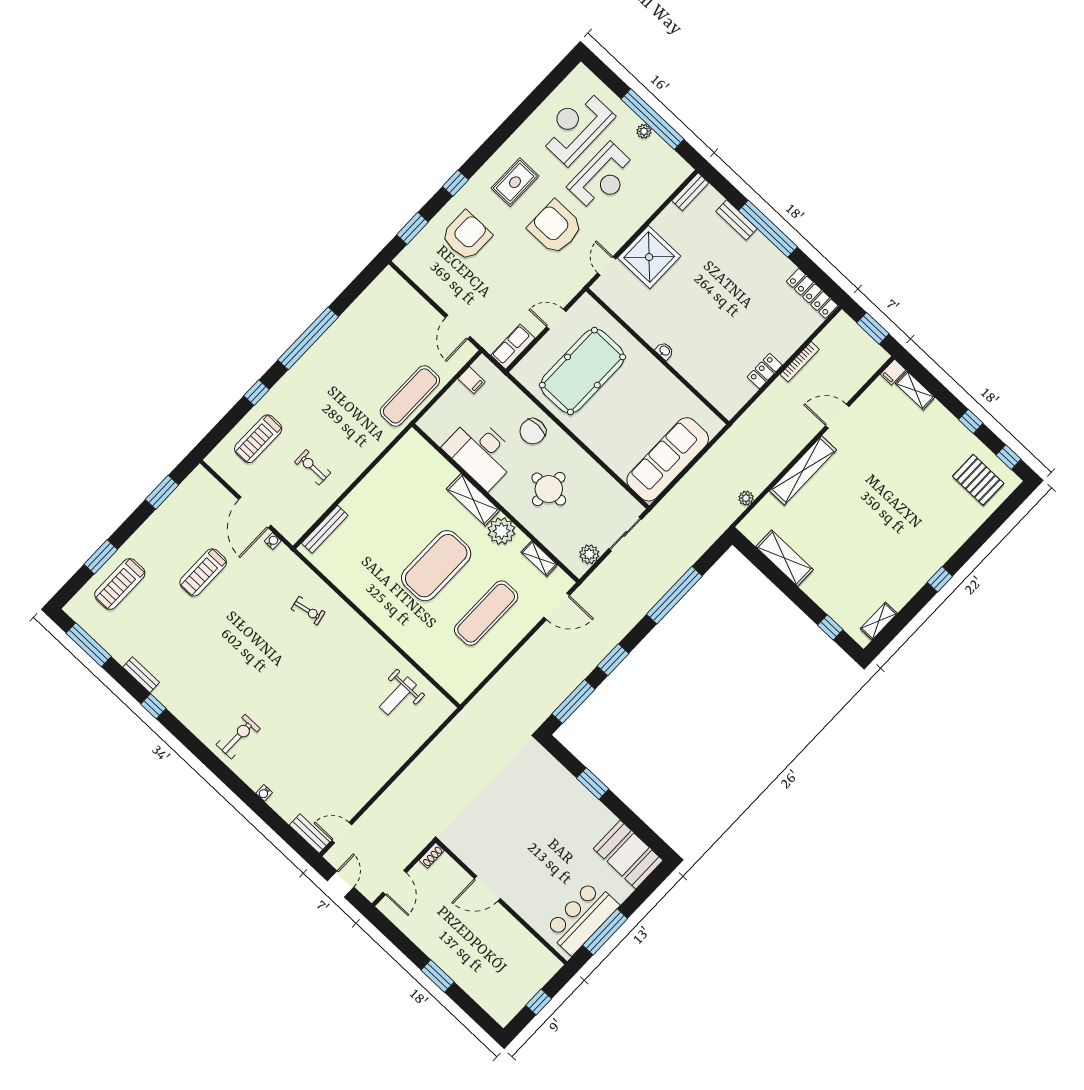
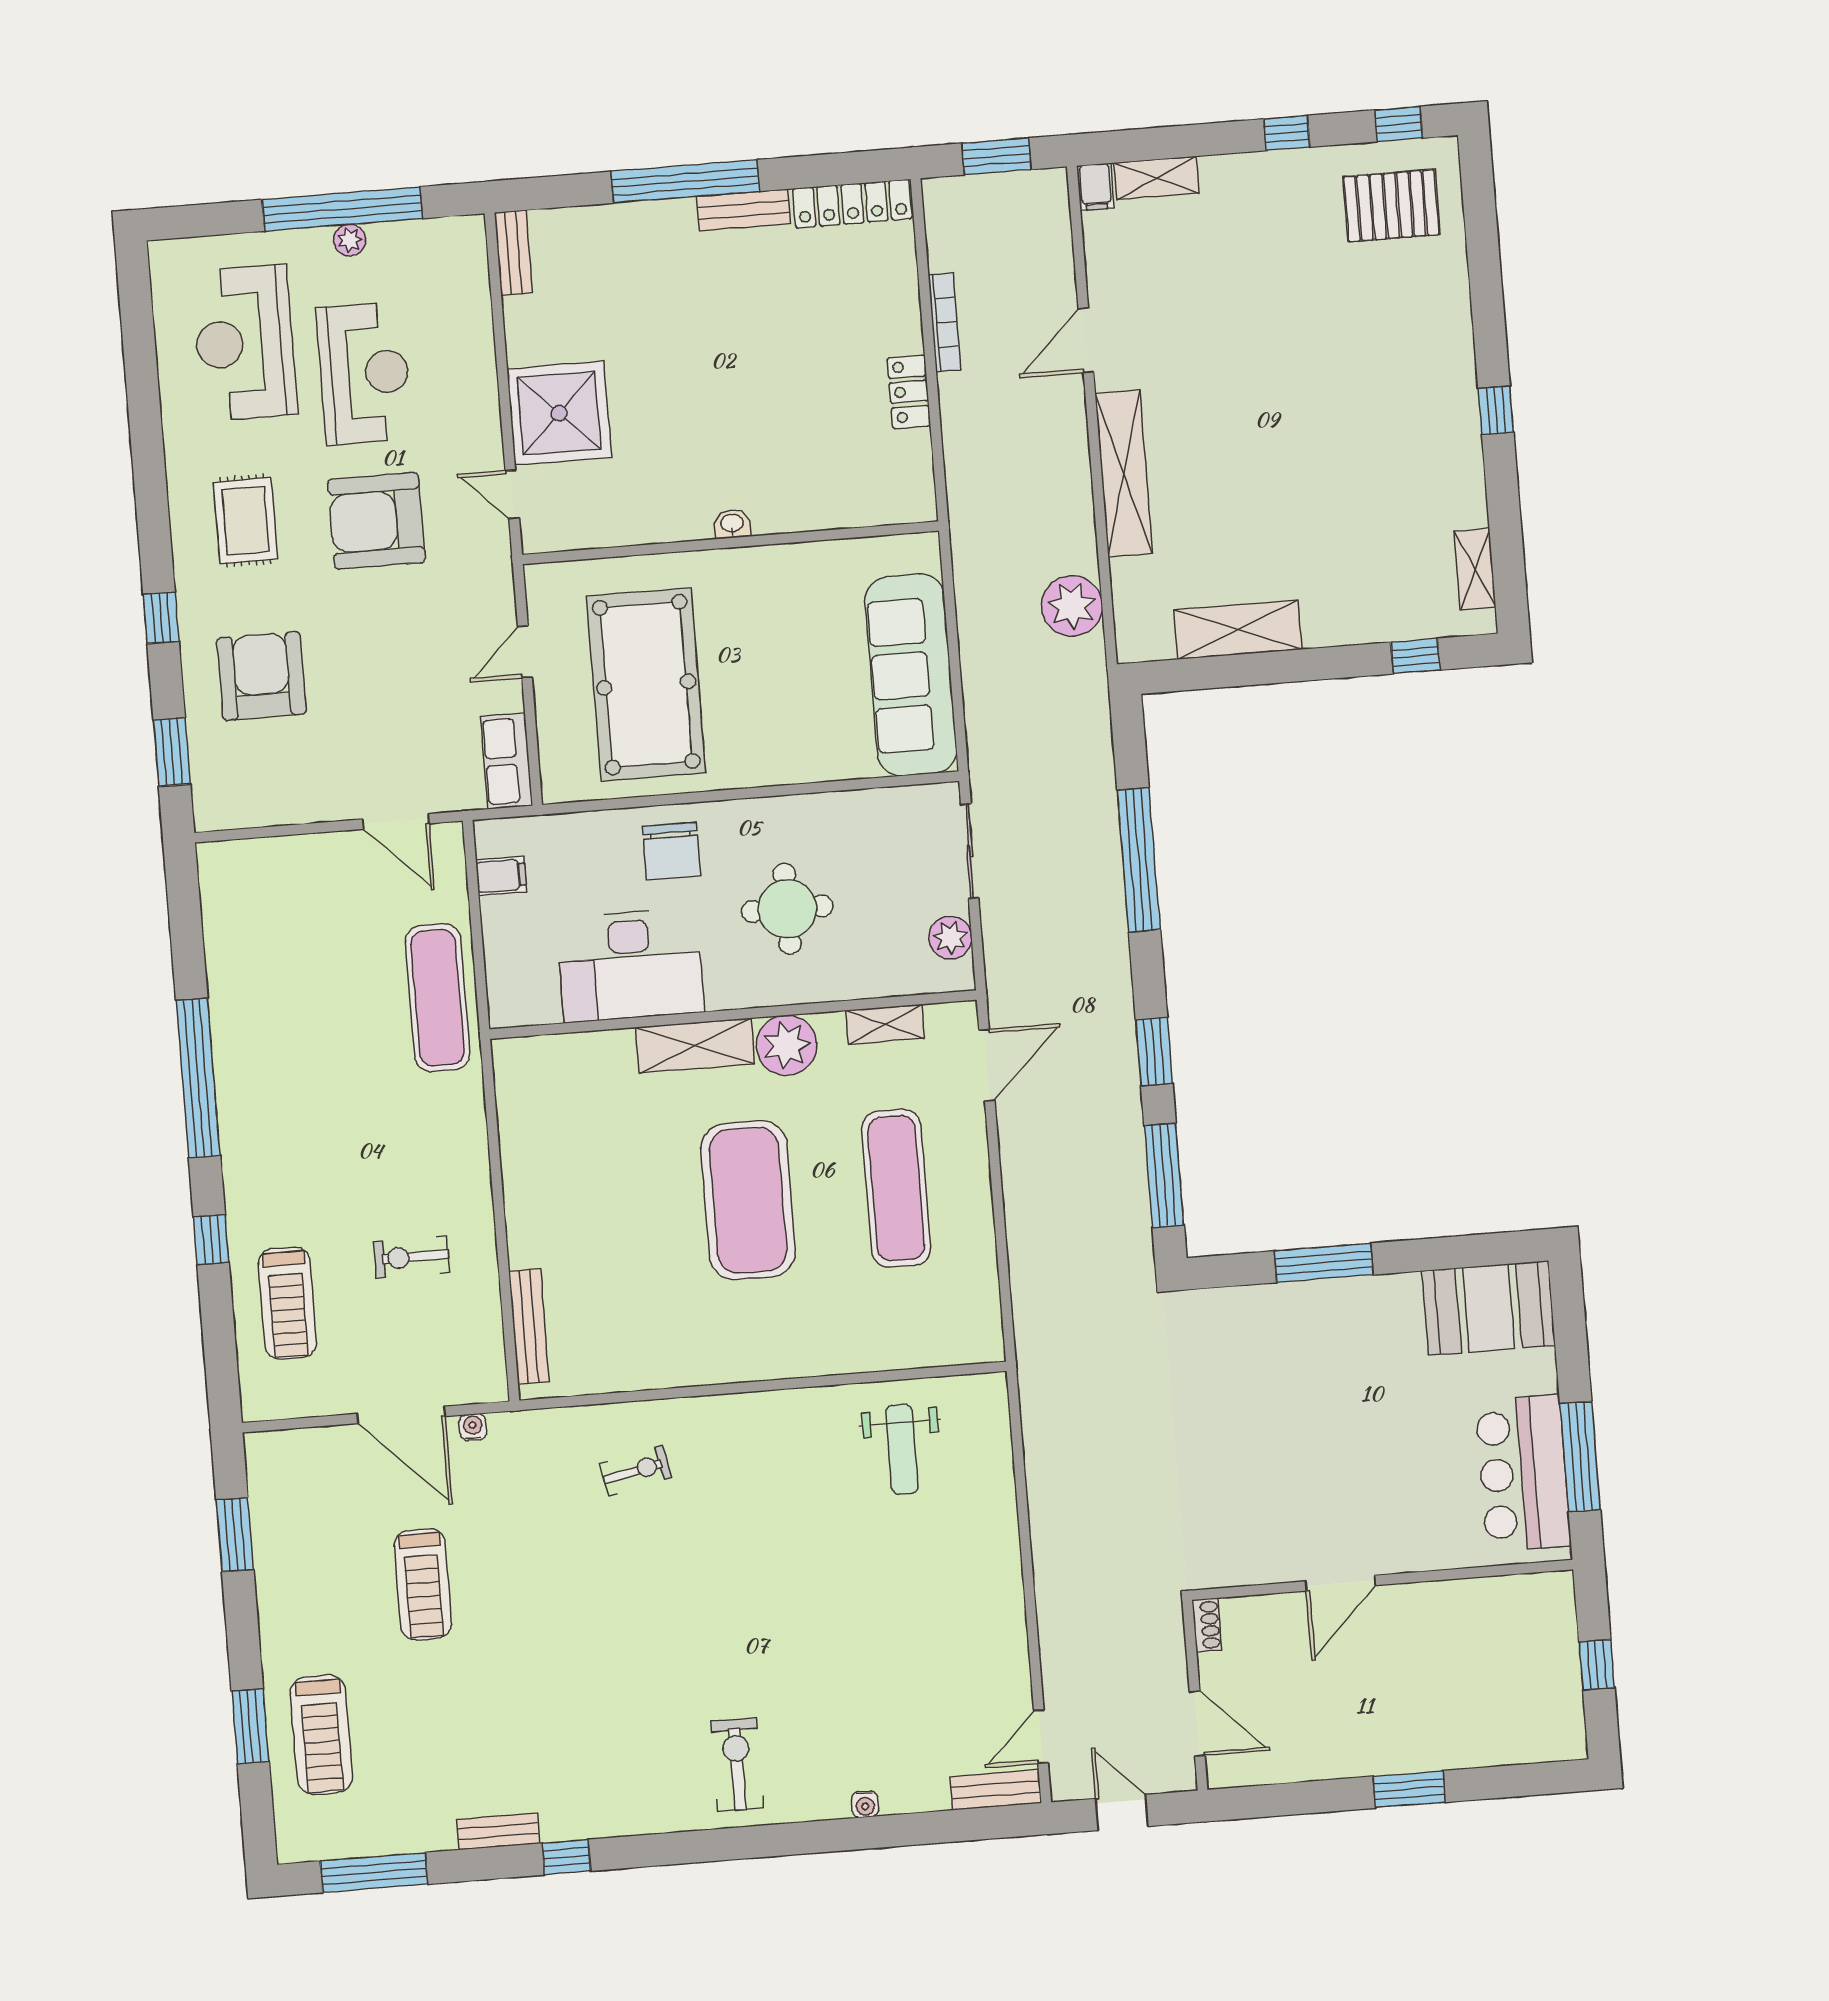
bench: (736, 220) -> (744, 210), moved
plant: (746, 498) -> (1072, 606), width x1.87, depth x1.87
window: (593, 784) -> (1324, 1263), width x1.44

